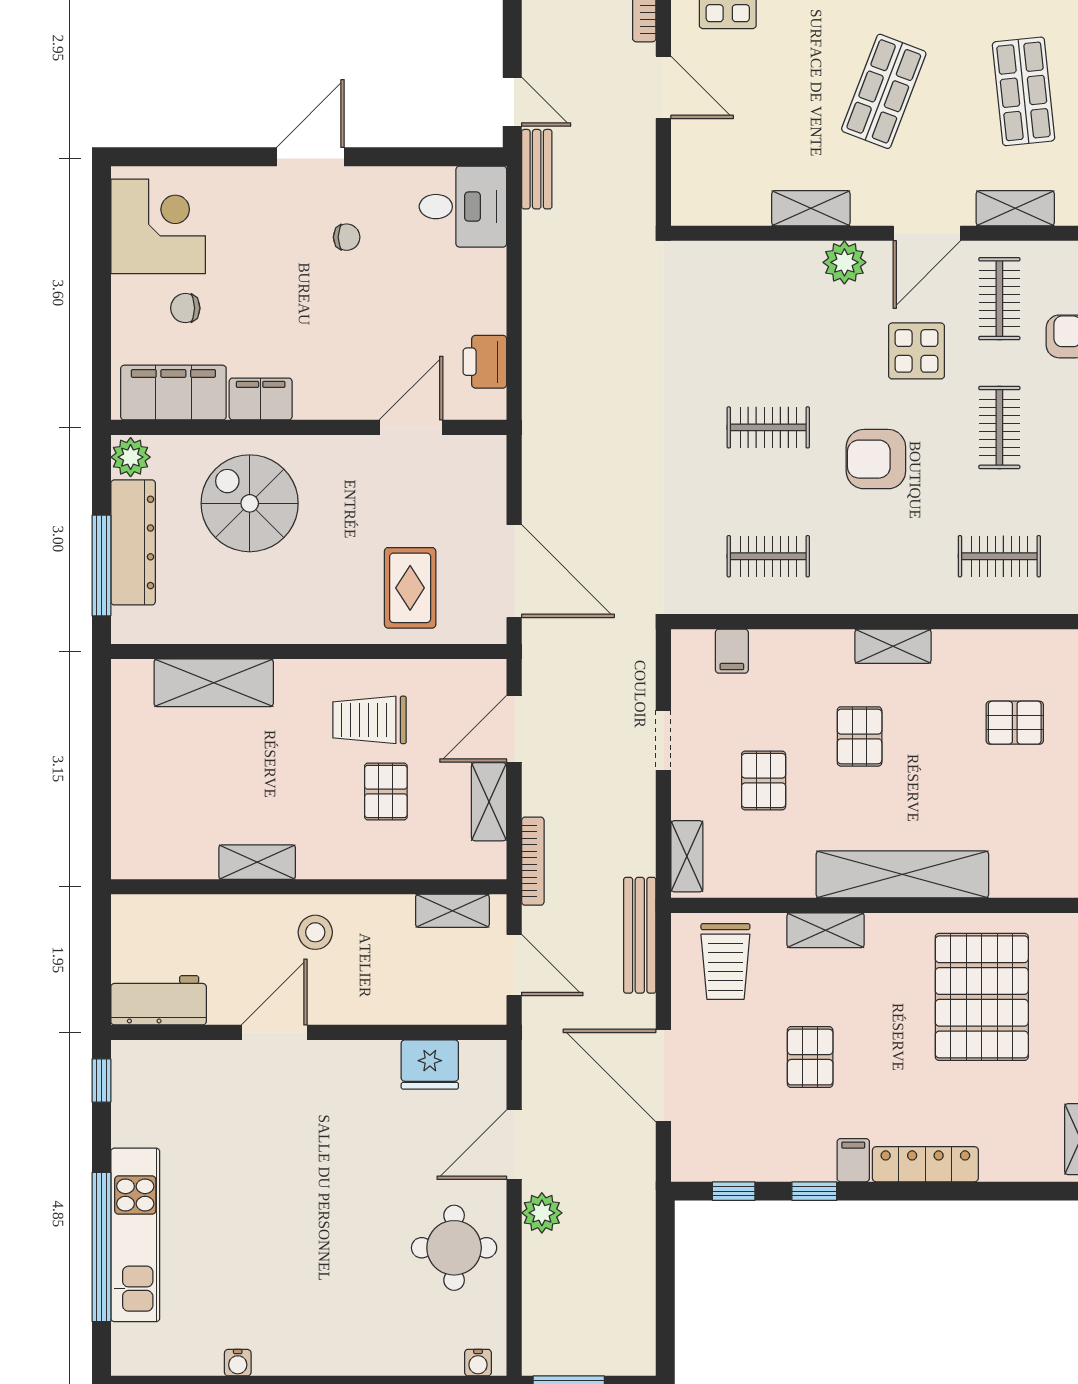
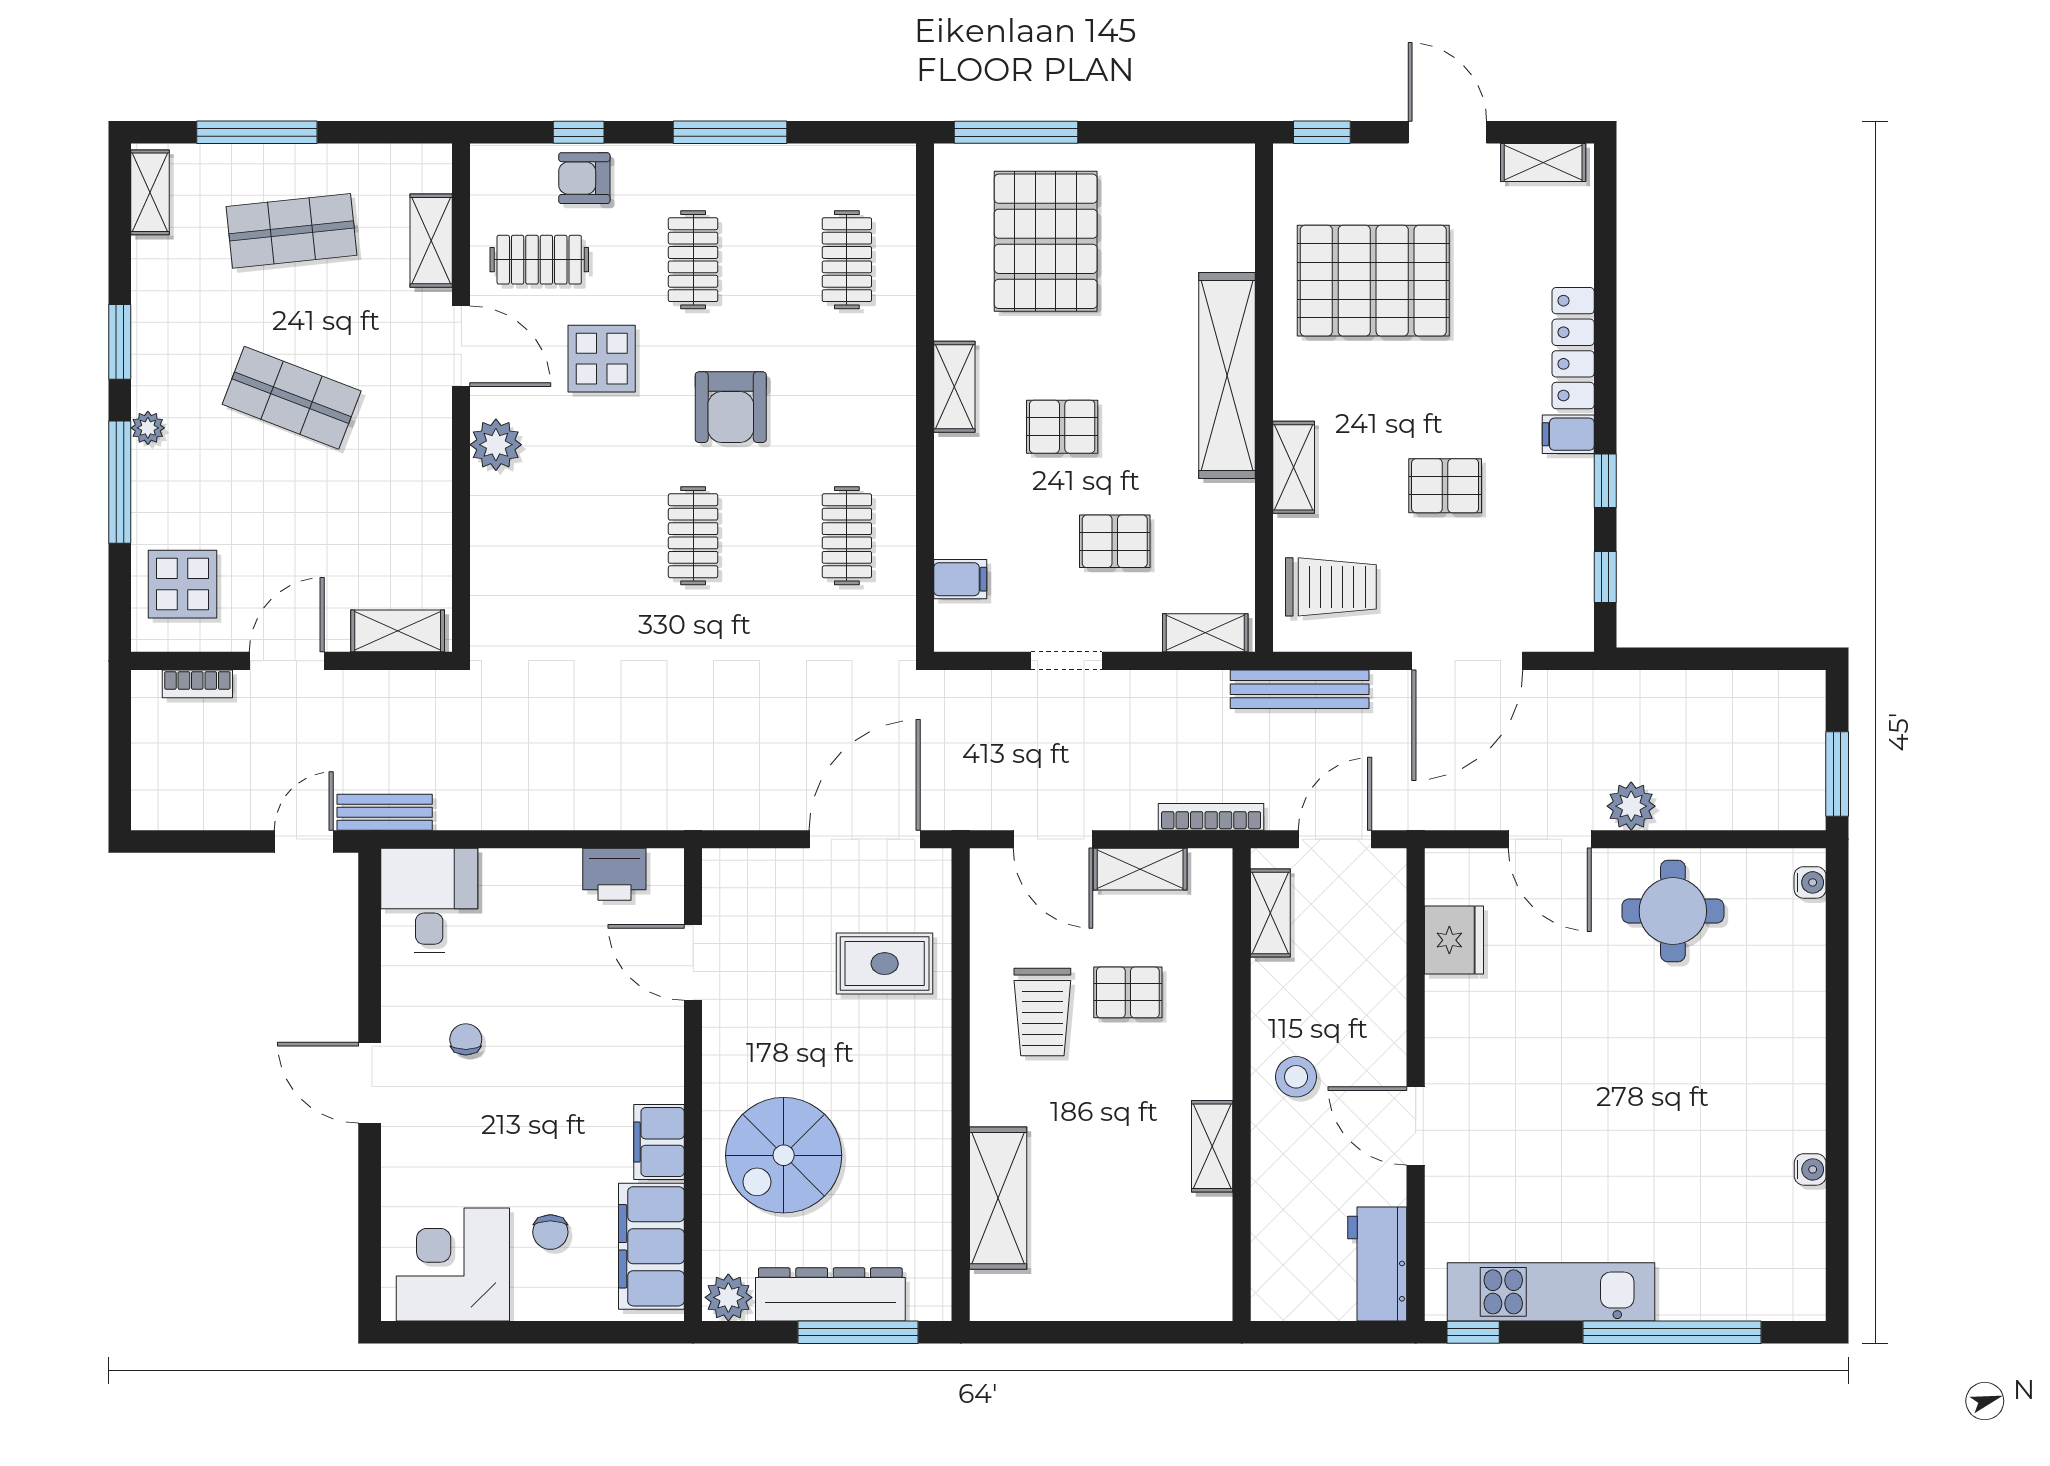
shelving: (811, 208) -> (398, 631), moved, turned 90
clothes rail: (999, 427) -> (693, 260), turned 90
pallet: (1015, 723) -> (1046, 241), width x2.05, depth x2.00
kitchen unit: (135, 1235) -> (1551, 1292), moved

